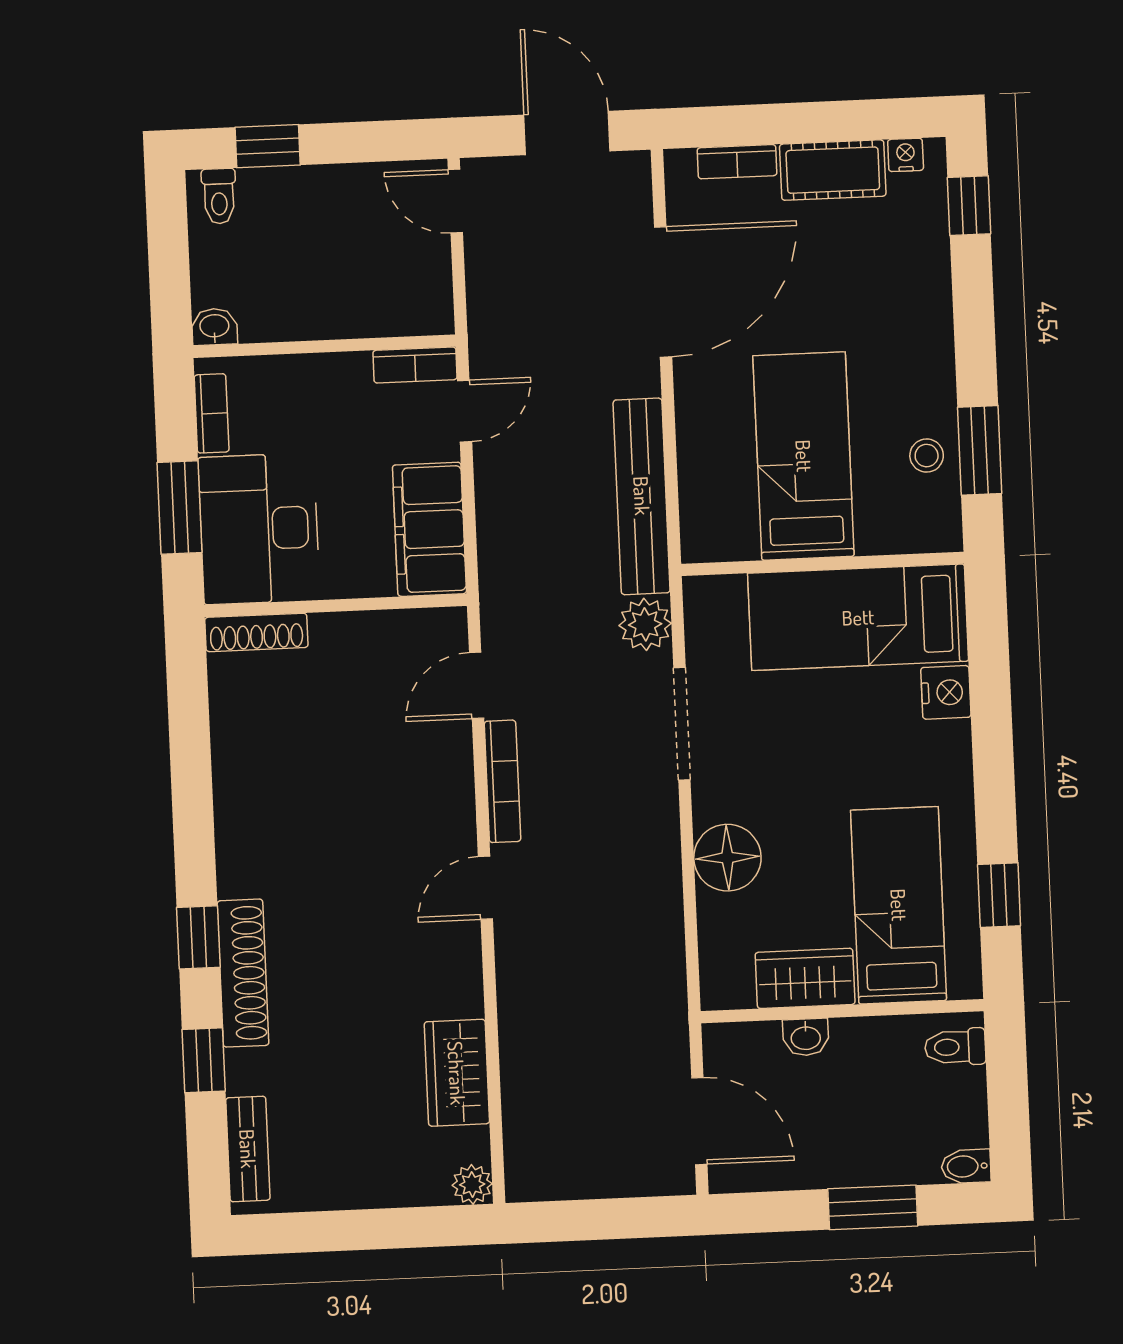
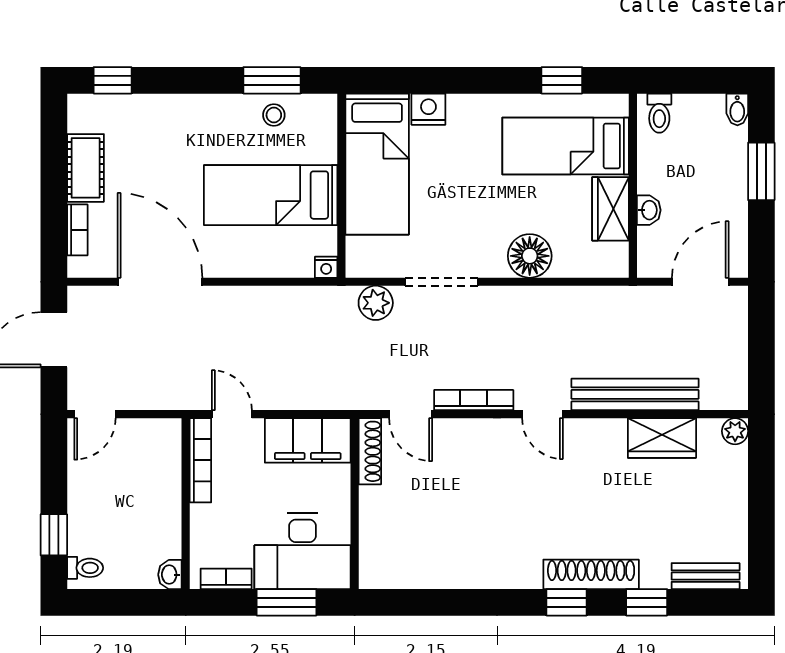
nightstand: (906, 155) -> (326, 267), moved, turned -90
bookcase: (415, 365) -> (200, 460), width x1.56
bench: (642, 496) -> (635, 394), moved
shoe rack: (256, 632) -> (370, 451), moved

